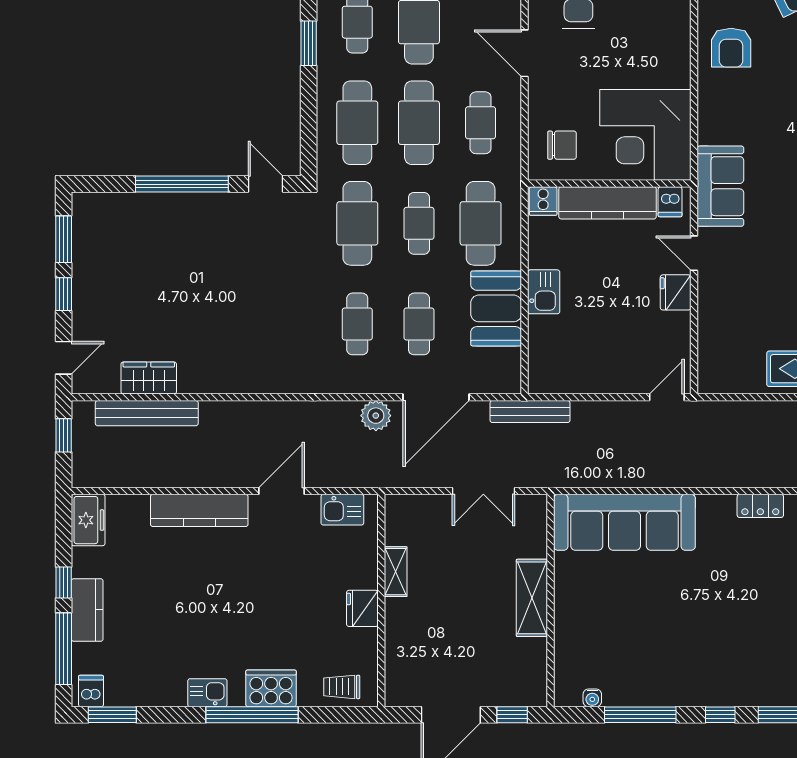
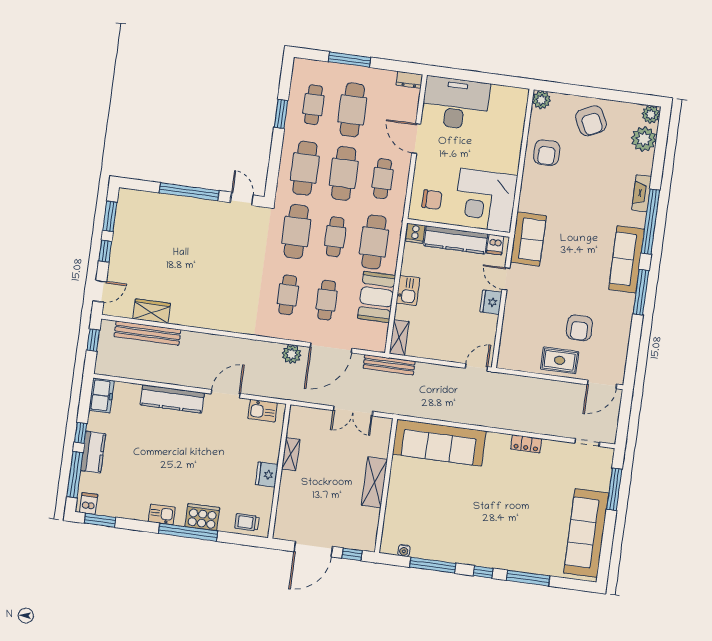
shelving: (540, 367) -> (399, 338), added

